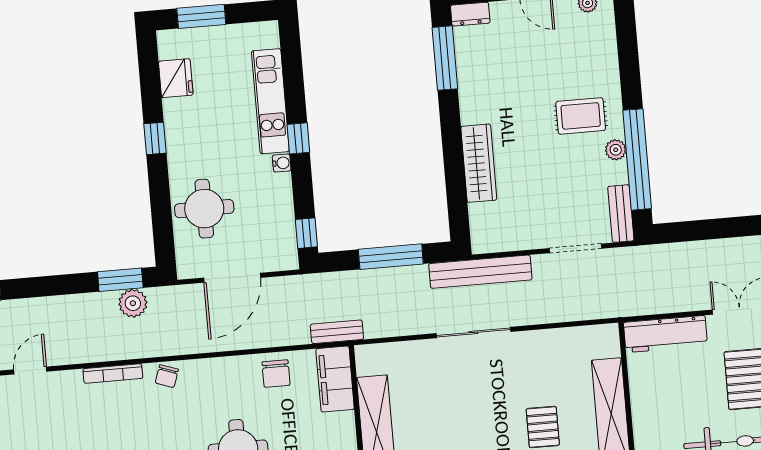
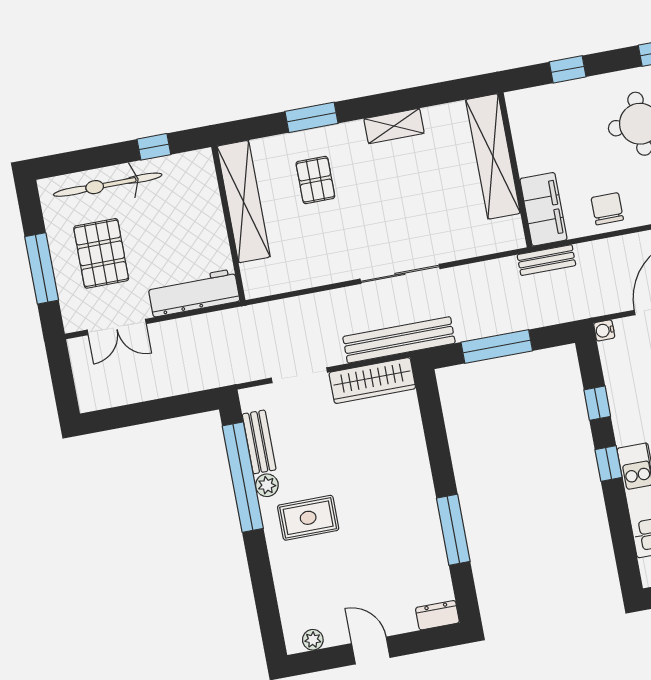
window: (445, 58) -> (453, 530), moved
water cooler: (282, 163) -> (604, 330), moved
wardrobe: (479, 163) -> (372, 381), moved, turned -90
bench: (621, 214) -> (259, 442), moved
window: (306, 233) -> (597, 403), moved

